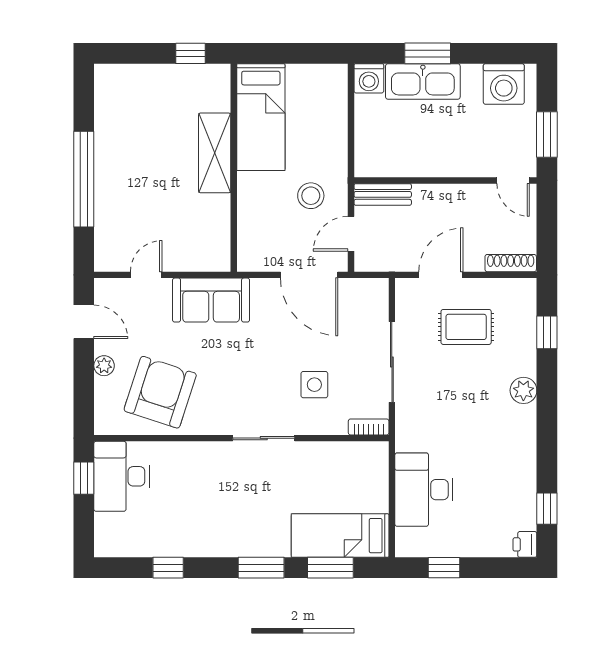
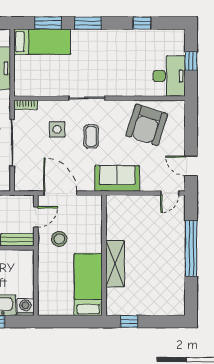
door: (146, 275) -> (170, 193), moved
plant: (104, 366) -> (179, 140), removed
coffee table: (256, 372) -> (91, 136), added
window: (84, 478) -> (191, 61), moved

